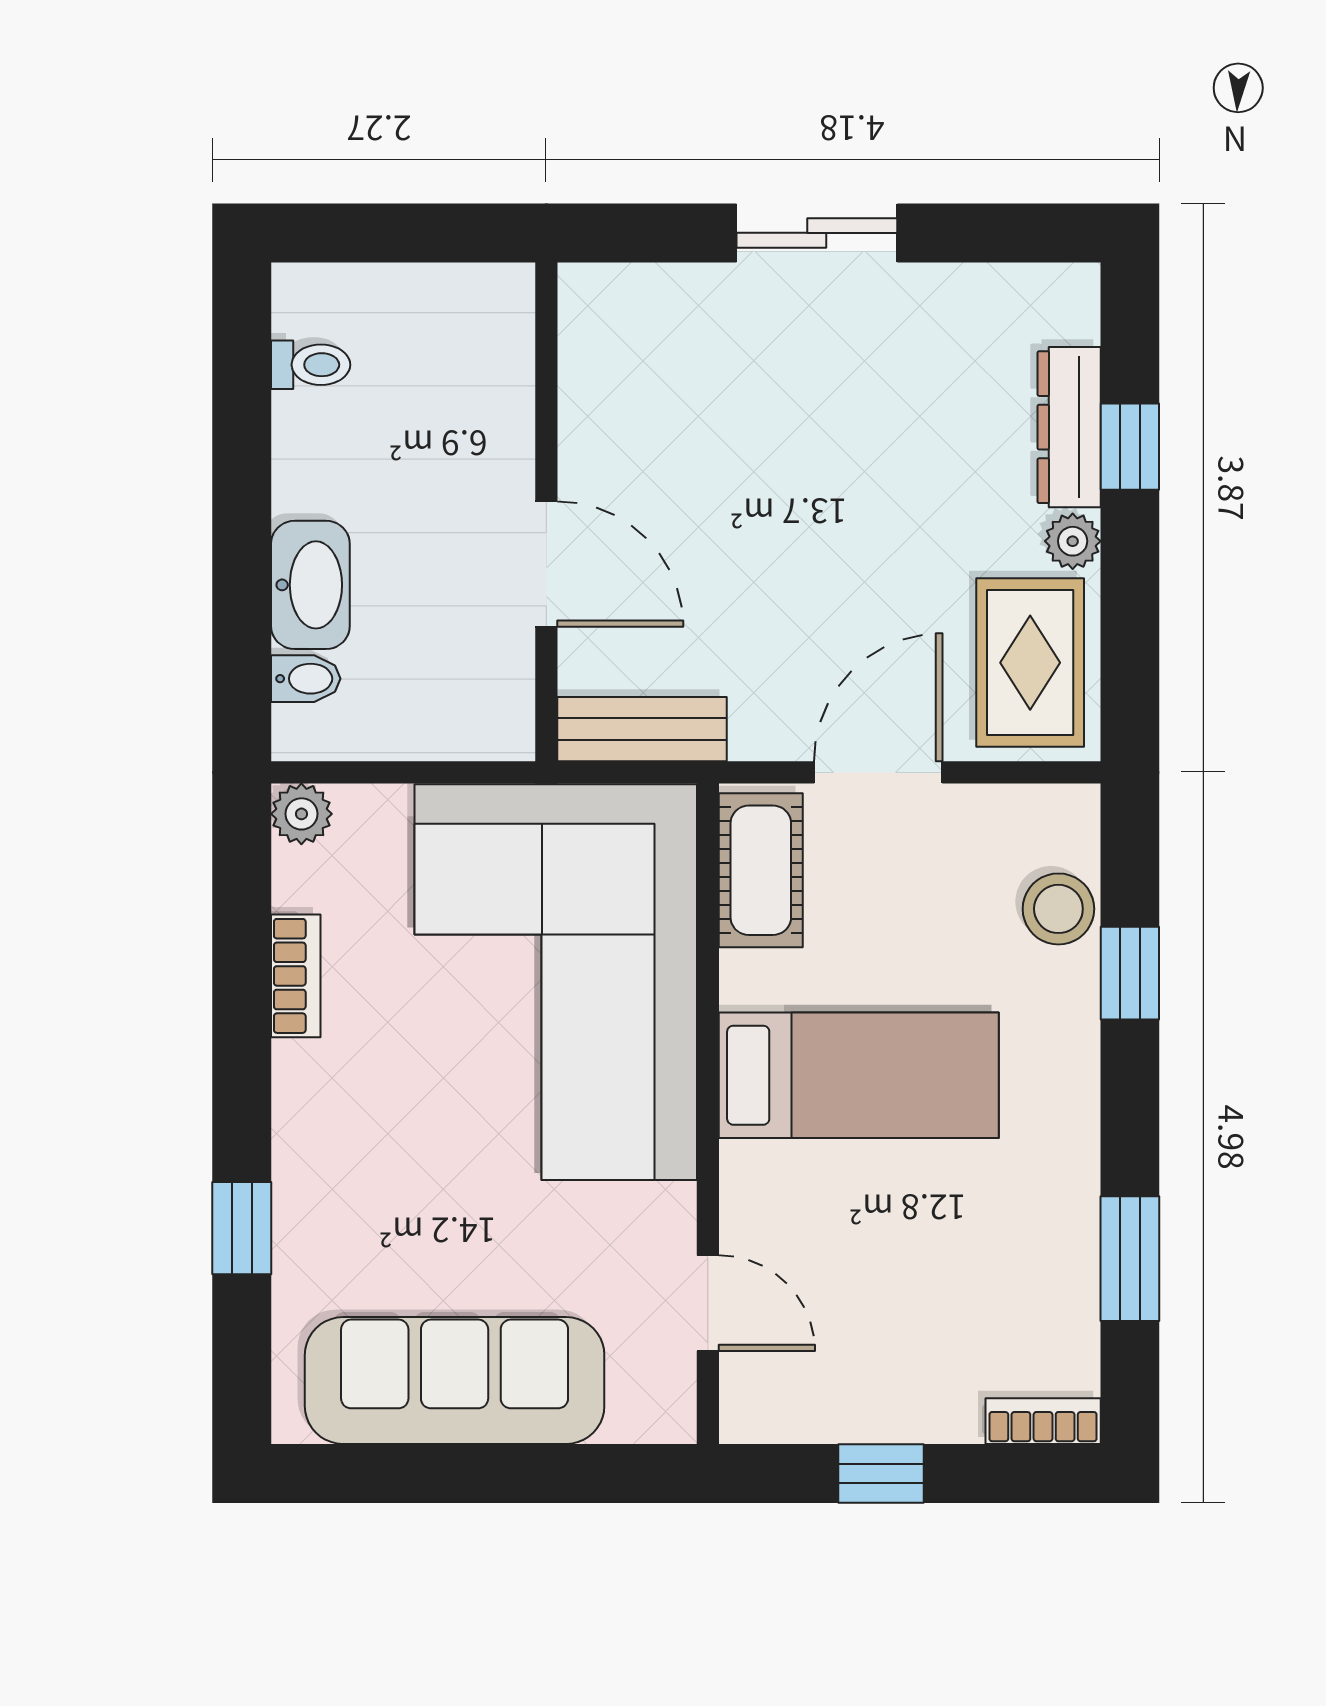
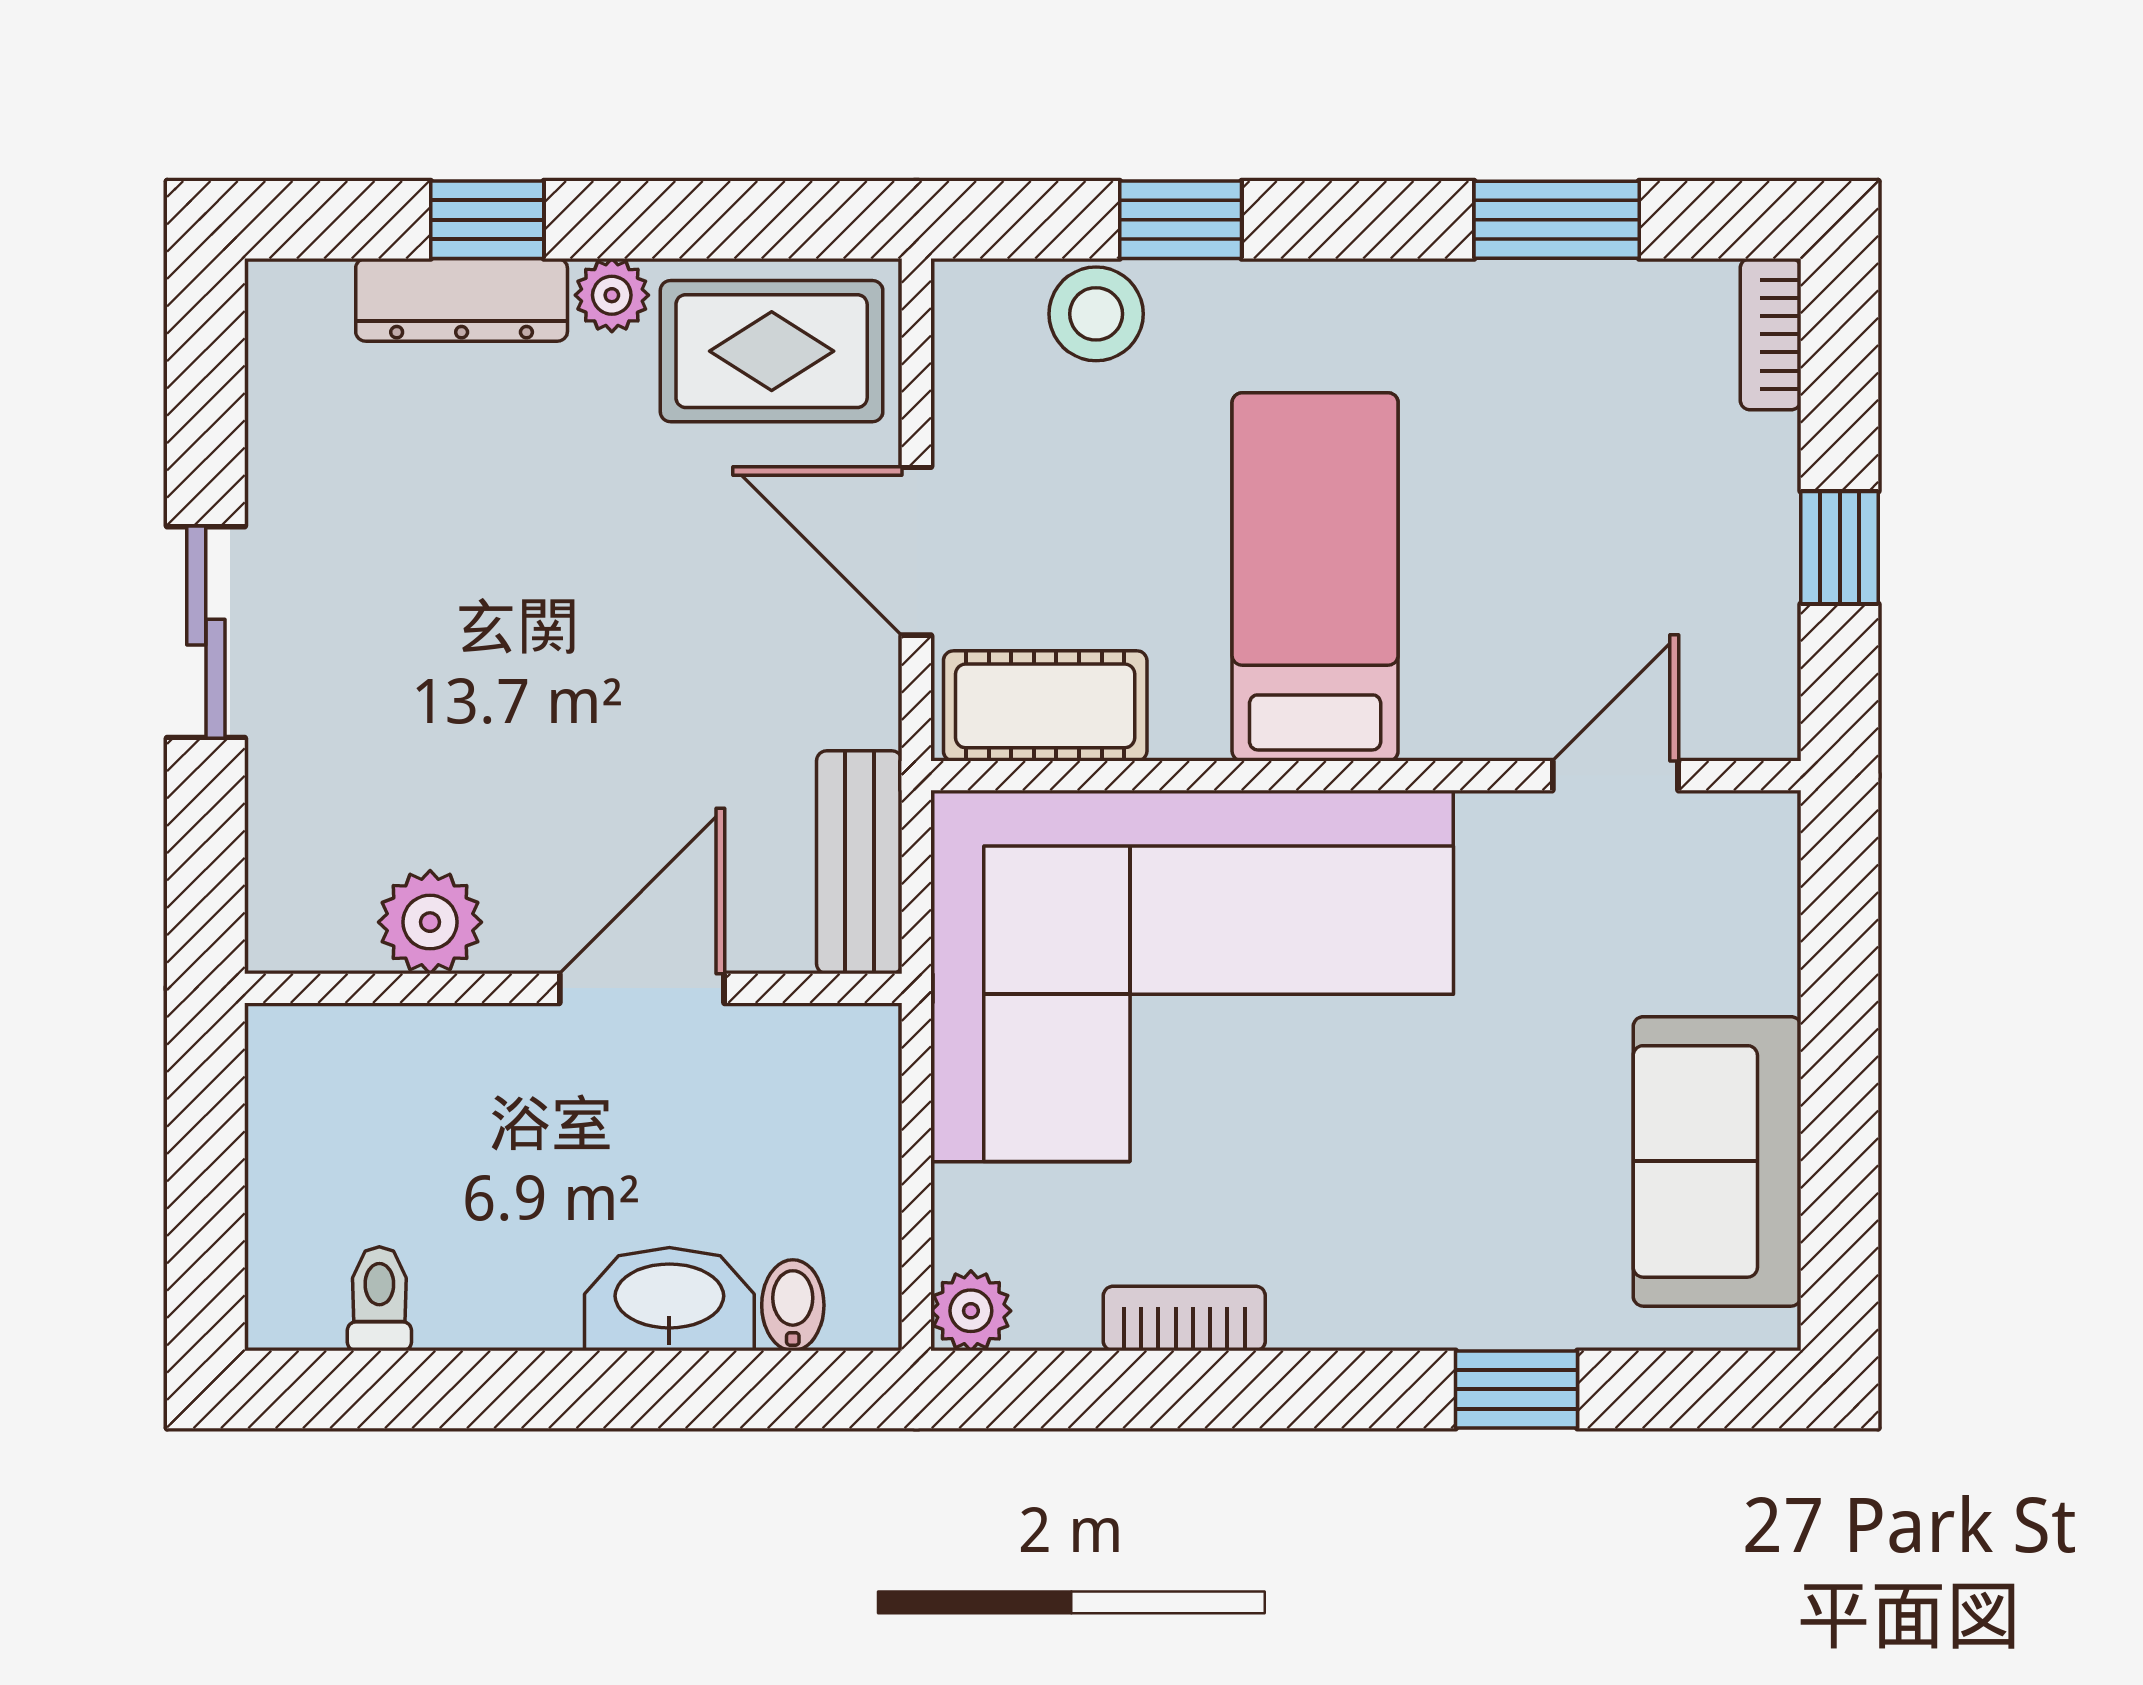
plant: (597, 403) -> (430, 922), added
sofa: (455, 1380) -> (1717, 1161), width x0.73

